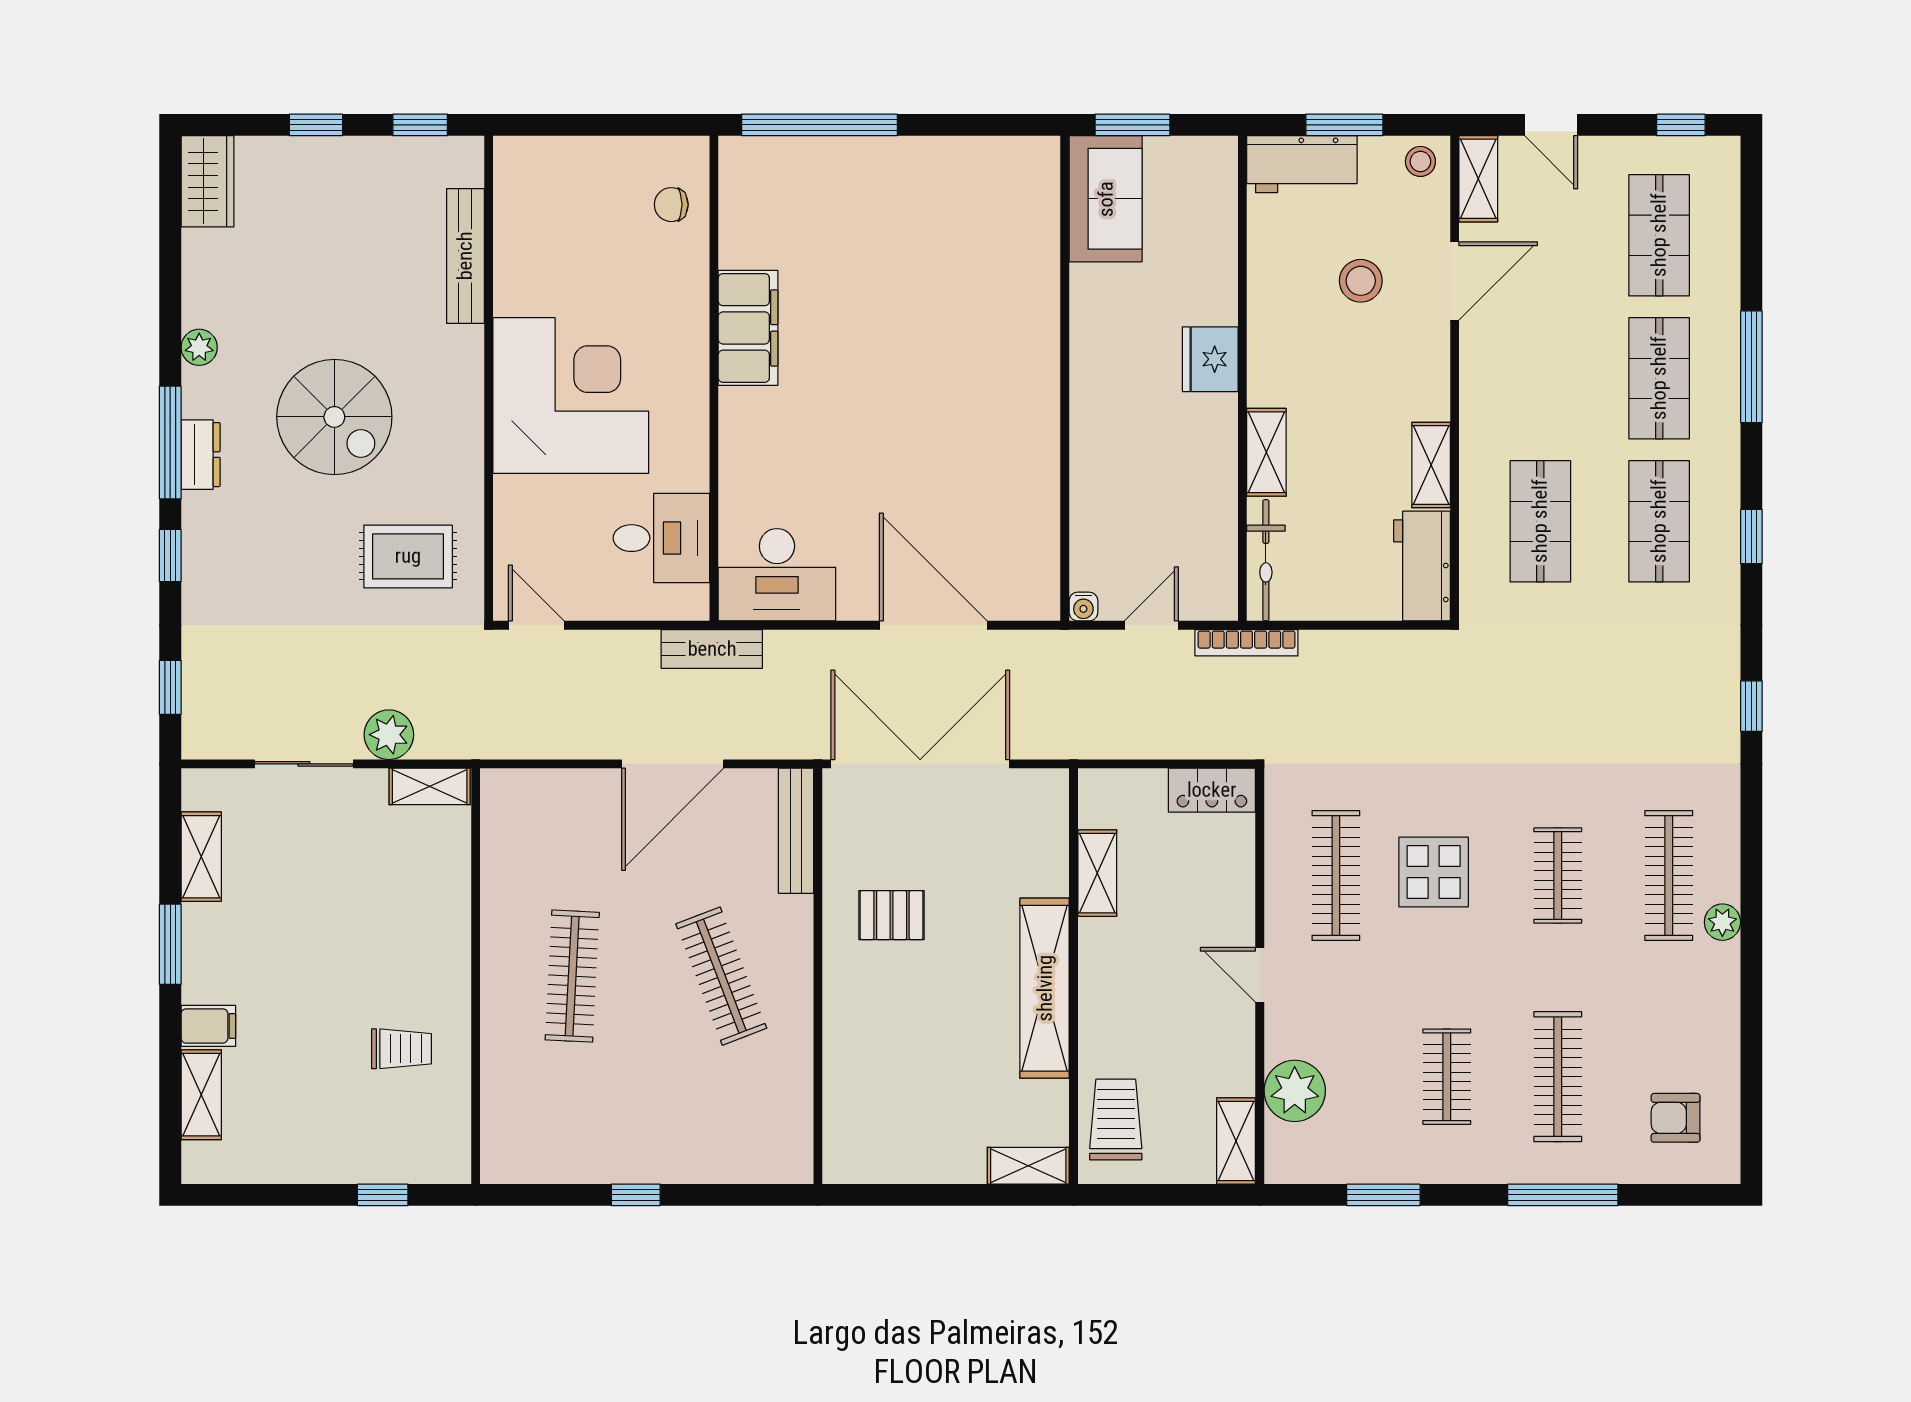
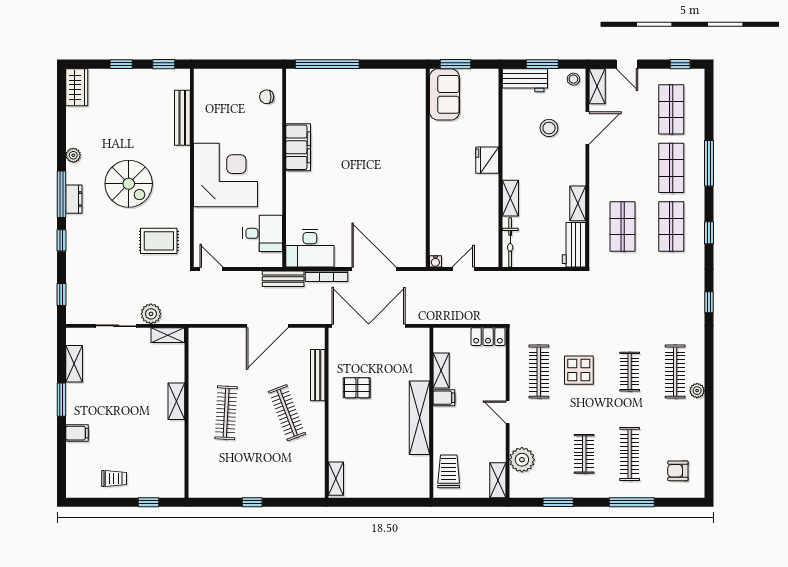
bookcase: (1246, 643) -> (326, 276), moved
bench: (796, 831) -> (318, 375), moved
filing cabinet: (1104, 939) -> (444, 398), added
trolley: (402, 1049) -> (114, 479), moved
shelving: (201, 1095) -> (176, 401), moved
shelving: (1028, 1166) -> (336, 479), moved, turned 90

